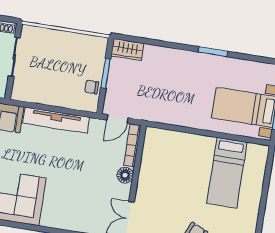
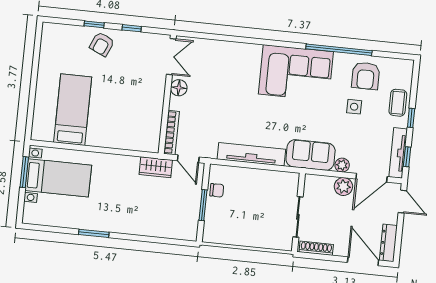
wardrobe: (127, 50) -> (156, 167), moved, turned 180
door: (117, 119) -> (188, 159), swing flipped
floor lamp: (125, 175) -> (179, 88), moved

